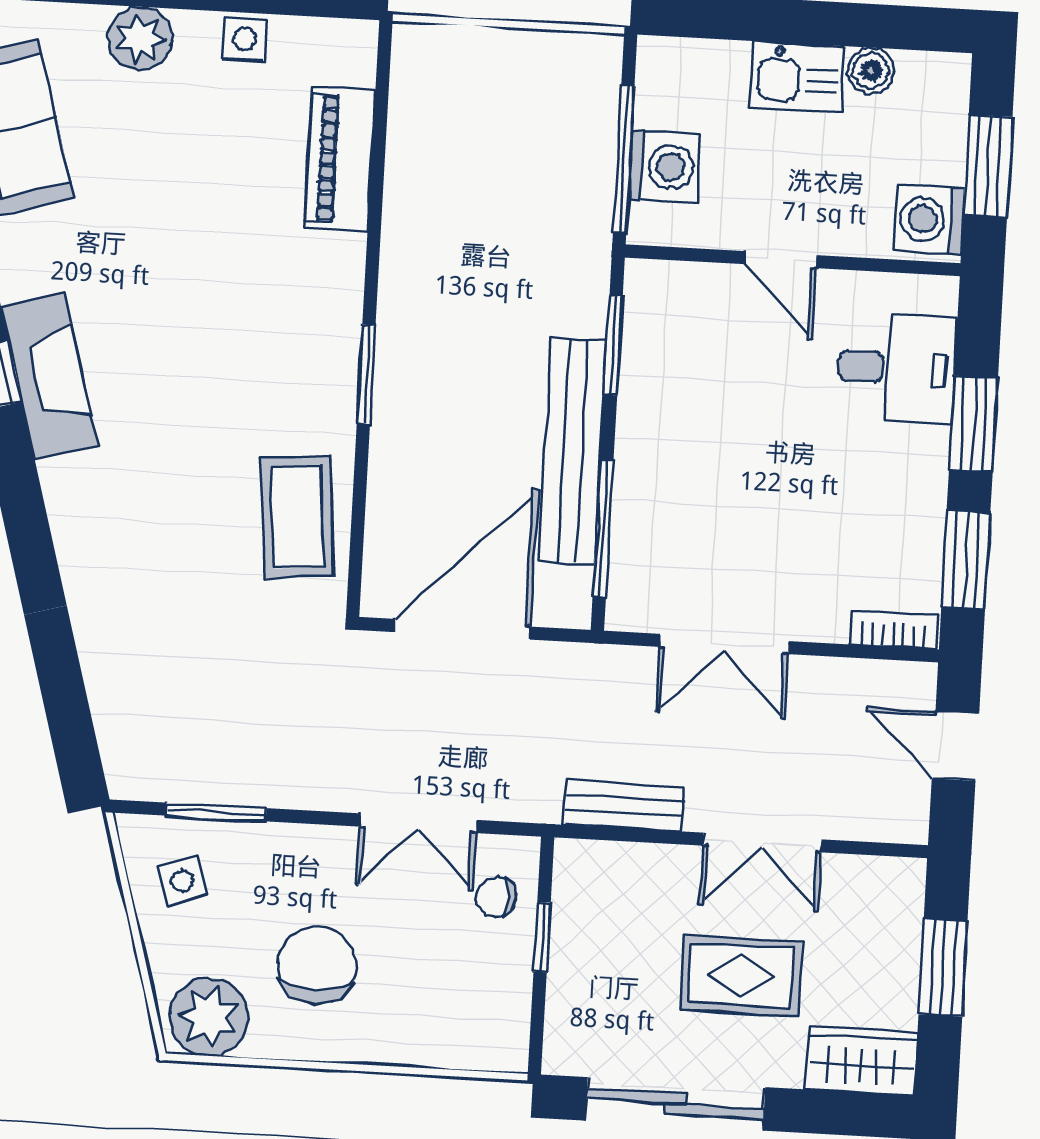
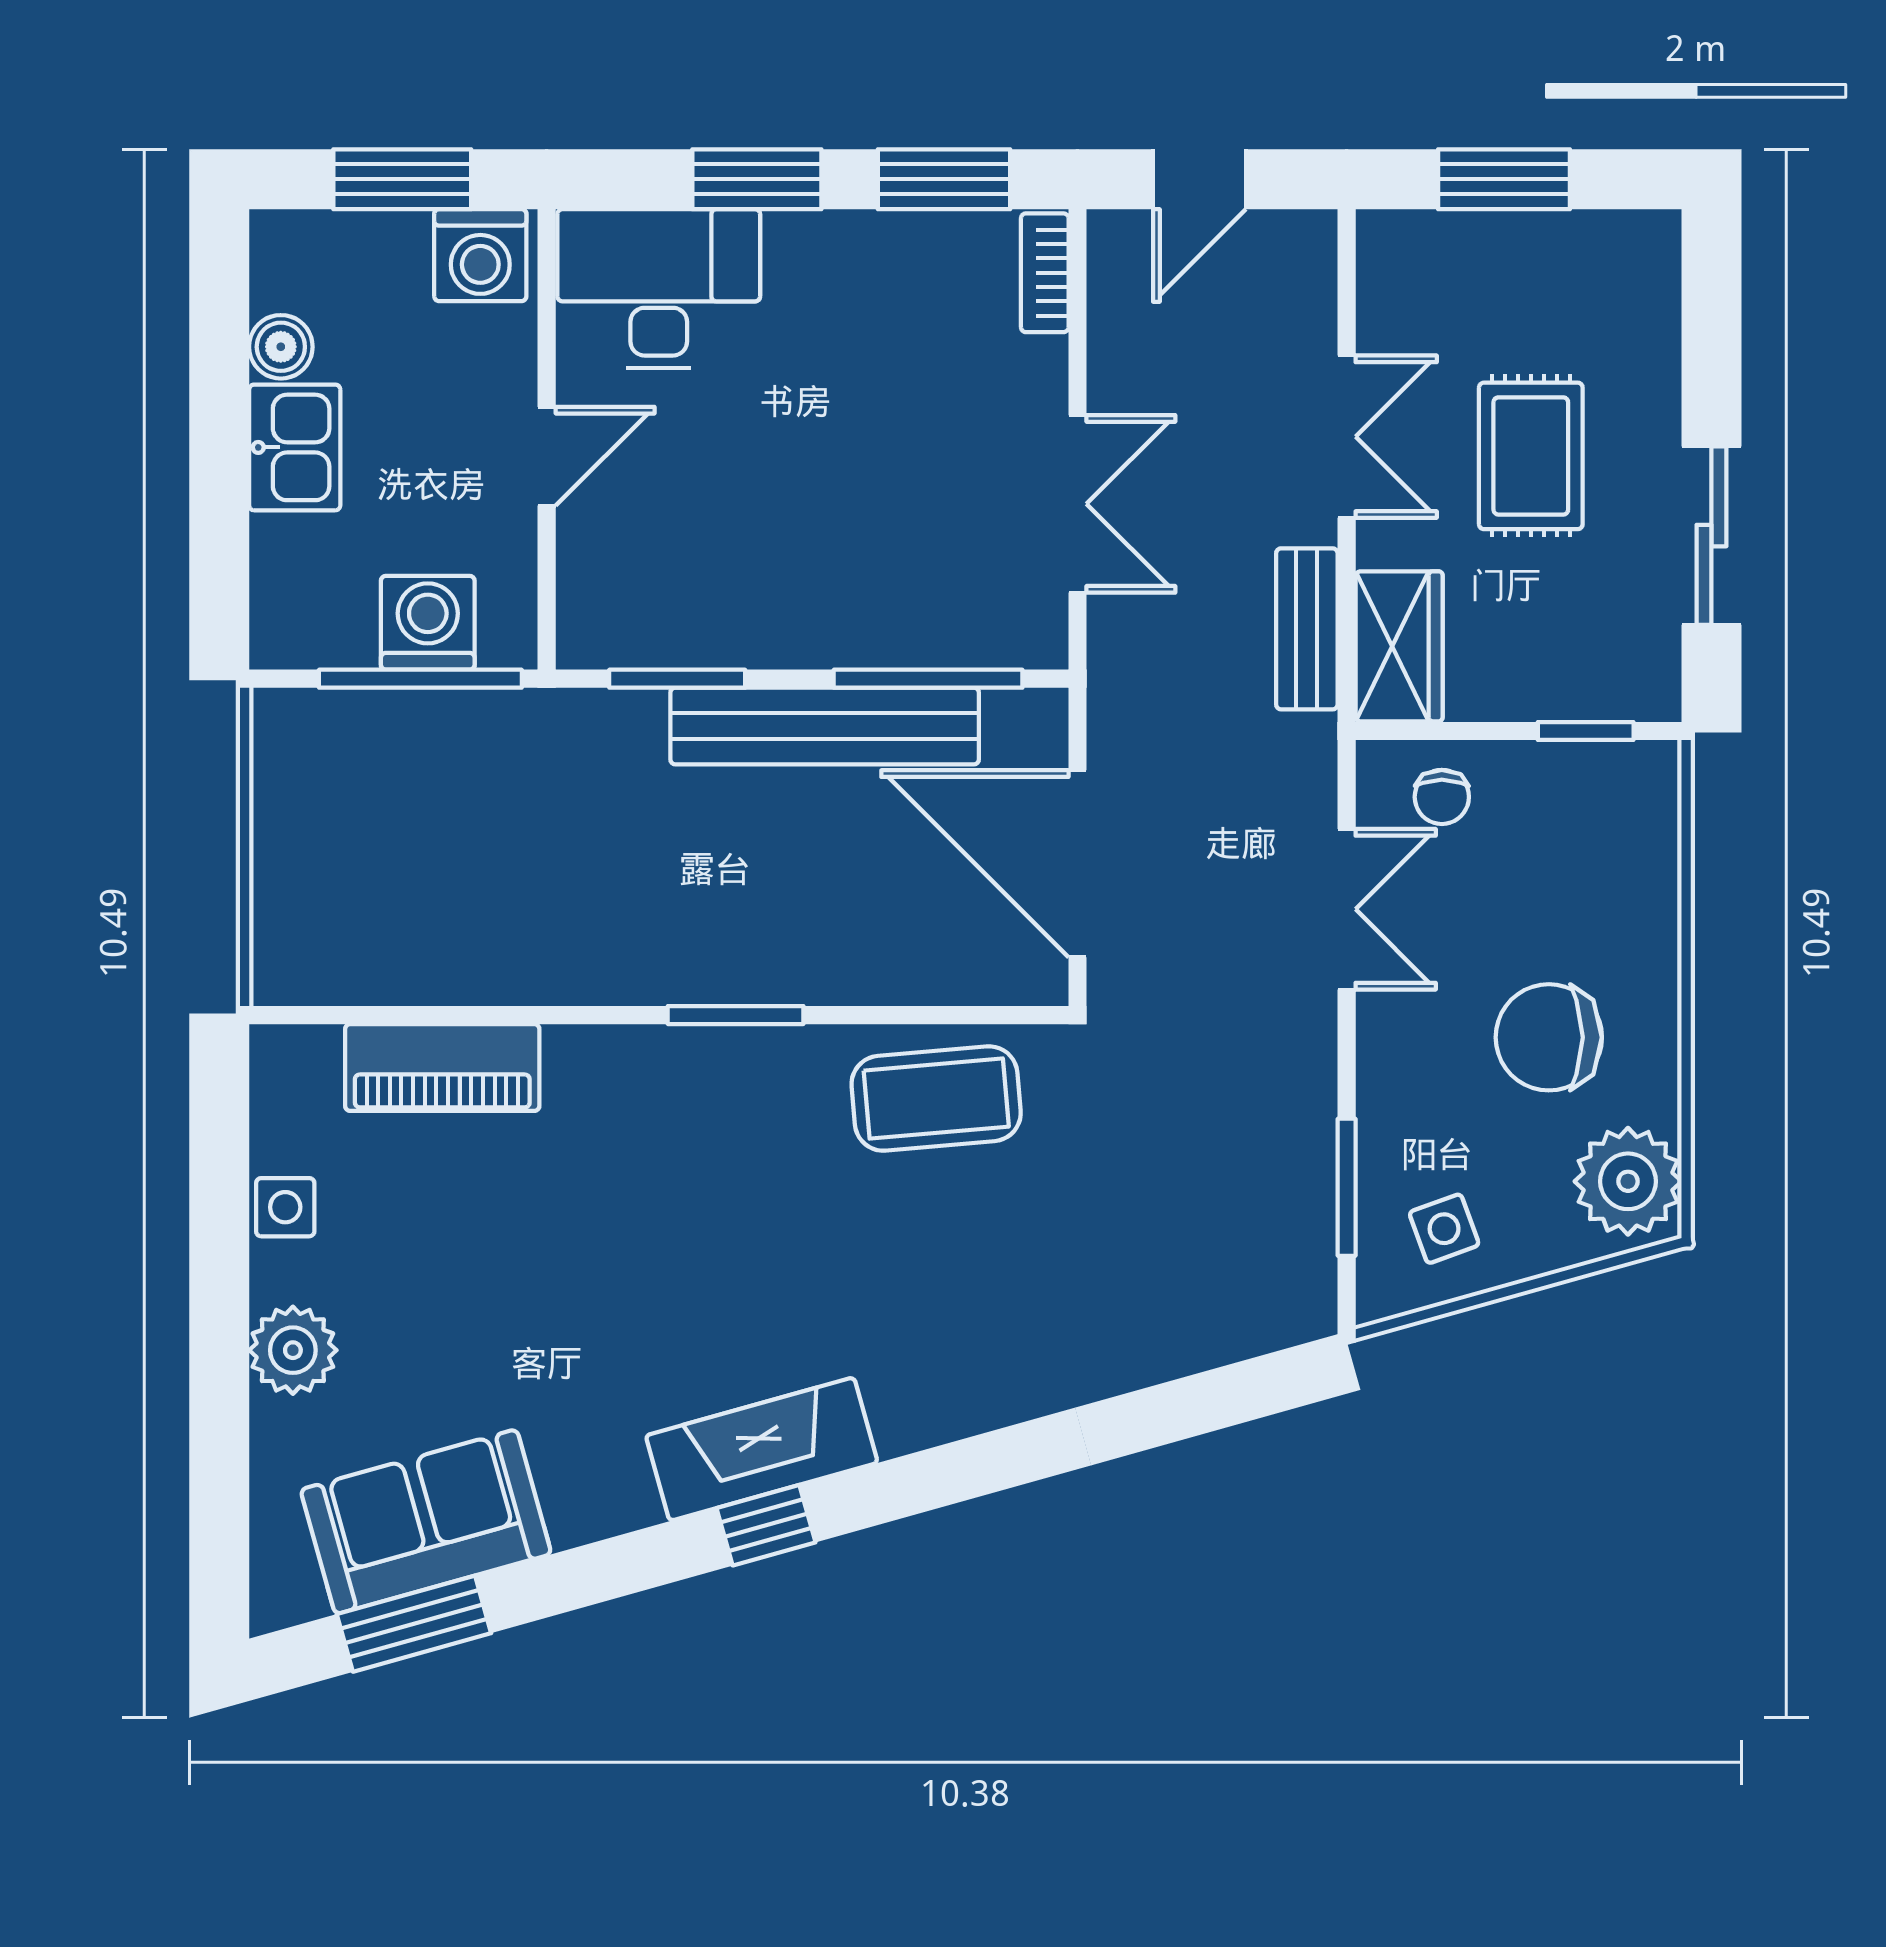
desk: (897, 368) -> (659, 289), width x1.37
window: (542, 937) -> (1586, 731), moved
wardrobe: (861, 1061) -> (1399, 646), moved, turned 180
sliding door: (675, 1104) -> (1711, 536), width x0.73

